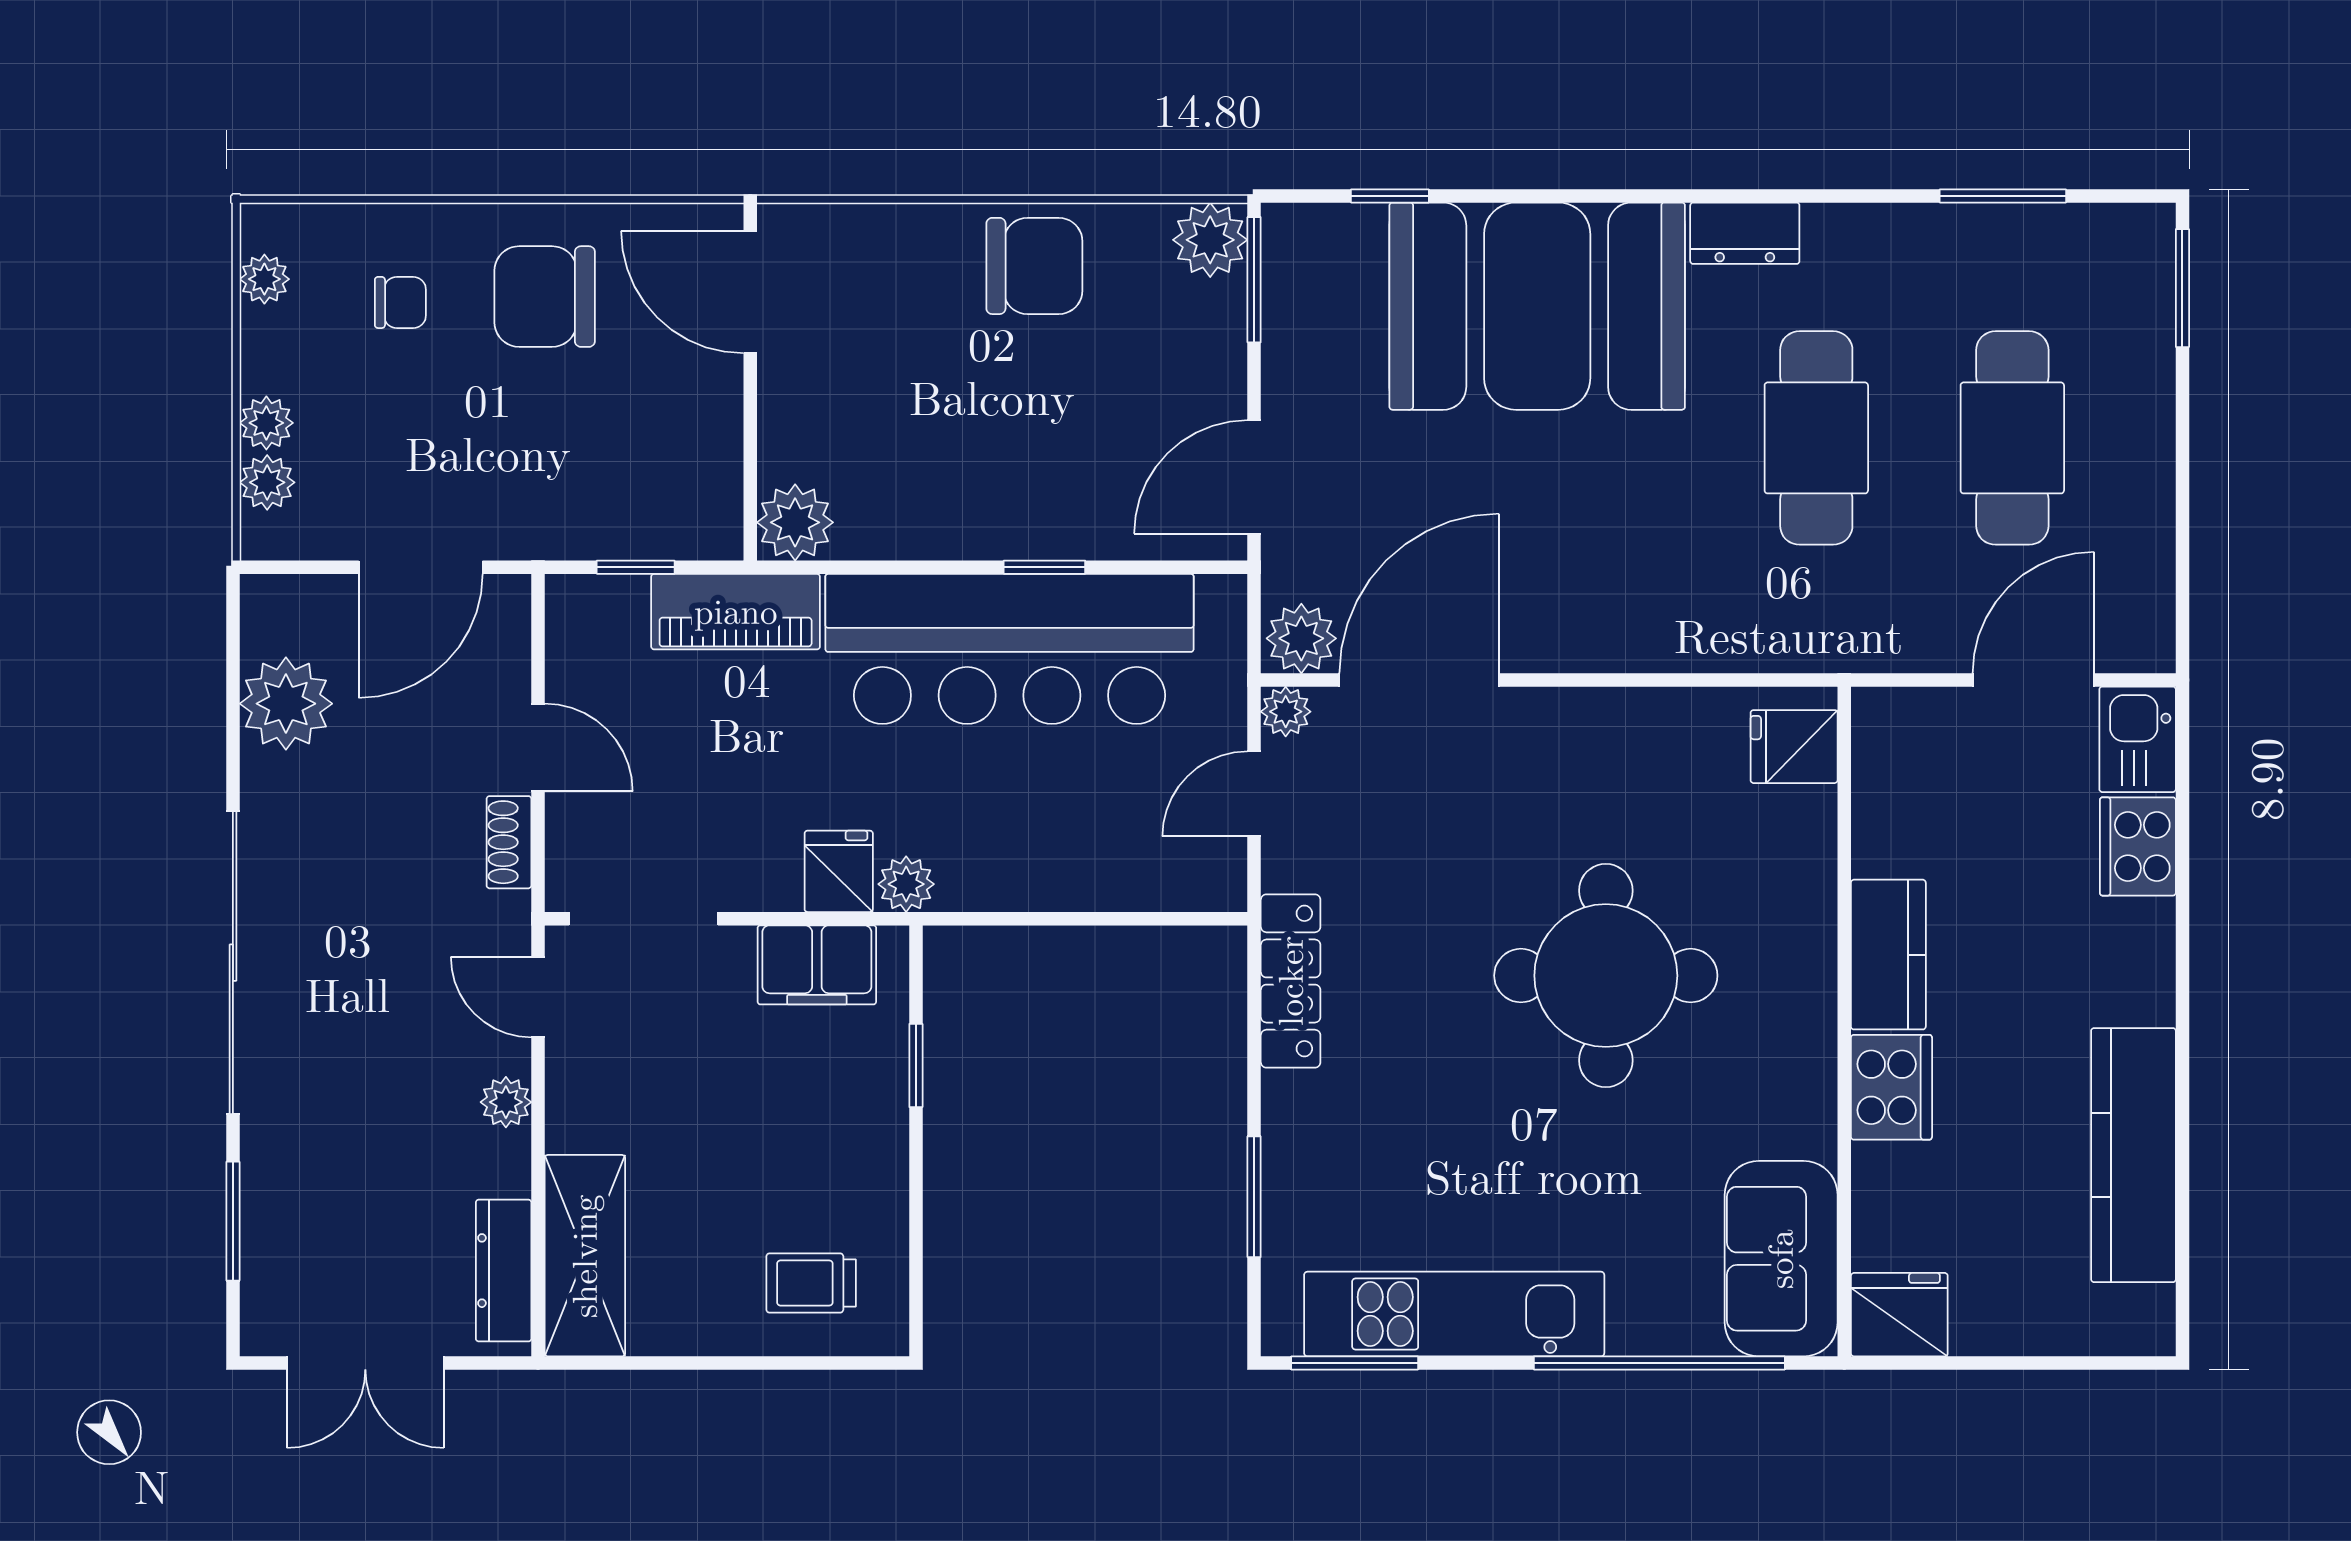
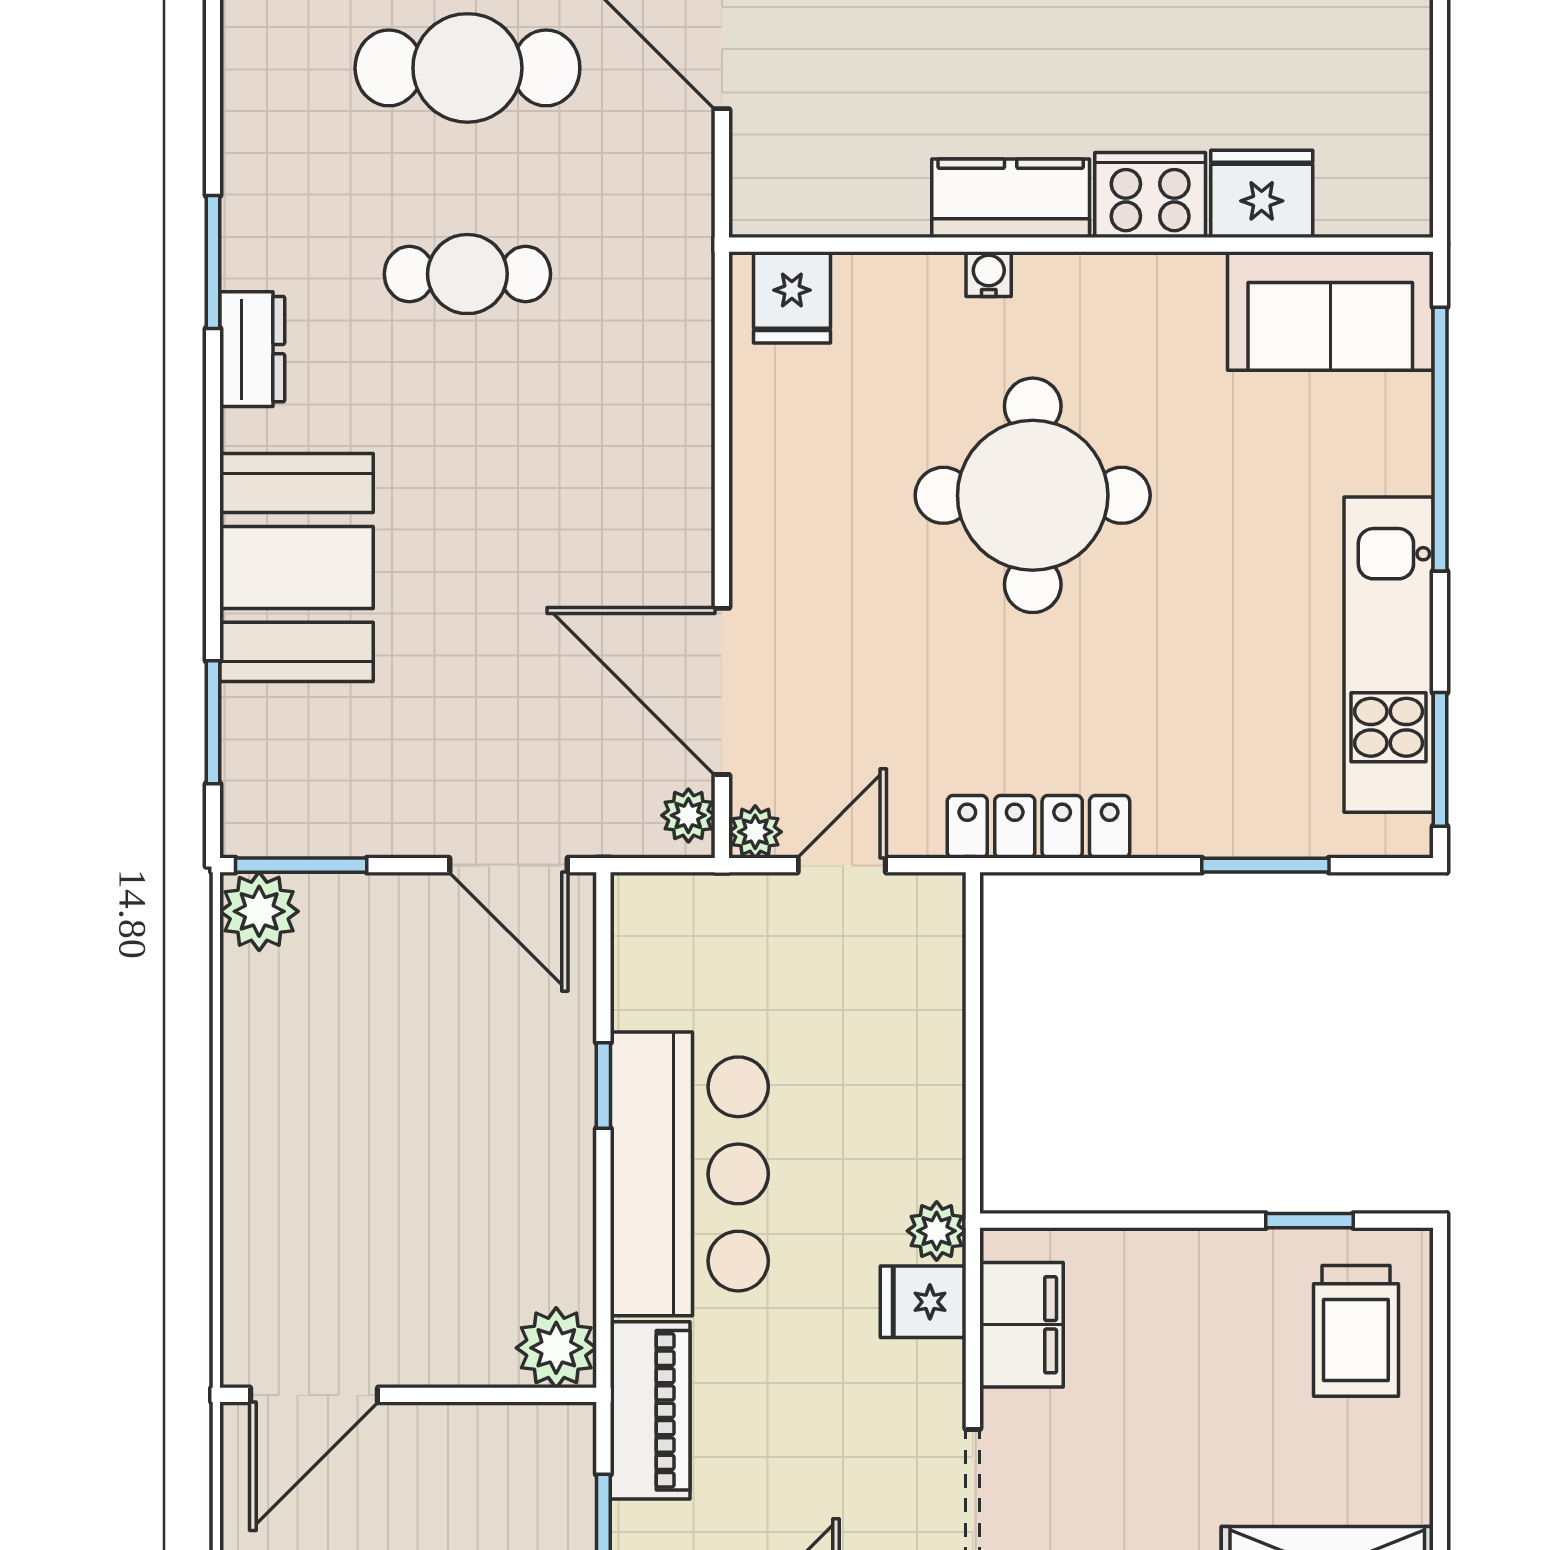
window: (1390, 196) -> (213, 722), width x1.50
window: (2003, 196) -> (213, 262), moved
chair: (1034, 266) -> (287, 1096), removed
booth: (1537, 306) -> (297, 567), width x0.73, depth x0.70
cafe table: (1816, 438) -> (467, 274), width x0.73, depth x0.74
plant: (1301, 638) -> (688, 815), width x0.73, depth x0.73
bar counter: (1009, 649) -> (689, 1174), width x0.73
door: (1254, 794) -> (842, 865), swing flipped
water cooler: (1816, 934) -> (989, 274), added
window: (916, 1066) -> (1309, 1221), moved
trolley: (811, 1283) -> (1356, 1331), width x1.36, depth x1.39
fridge: (1899, 1315) -> (1262, 194), moved, turned 90

